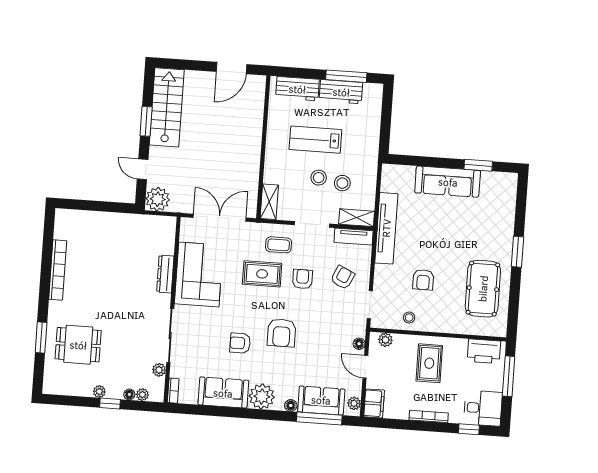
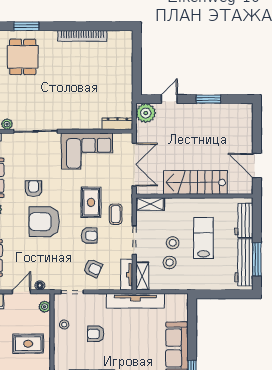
workbench: (341, 92) -> (244, 262), width x1.38
stairs: (167, 107) -> (195, 182), moved, turned 180
dresser: (165, 274) -> (117, 124), moved
armchair: (282, 333) -> (44, 222), width x1.36, depth x1.36

